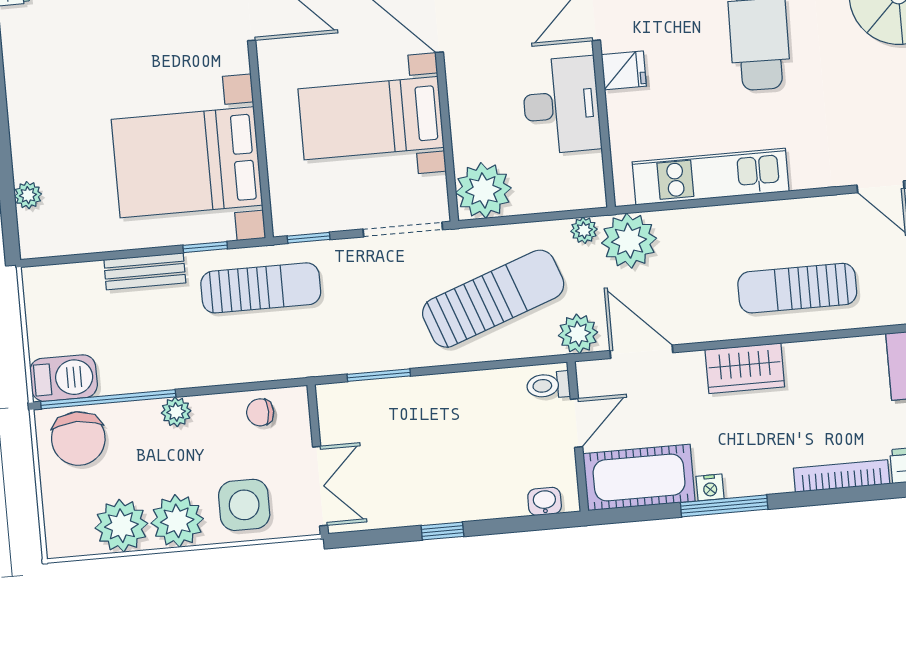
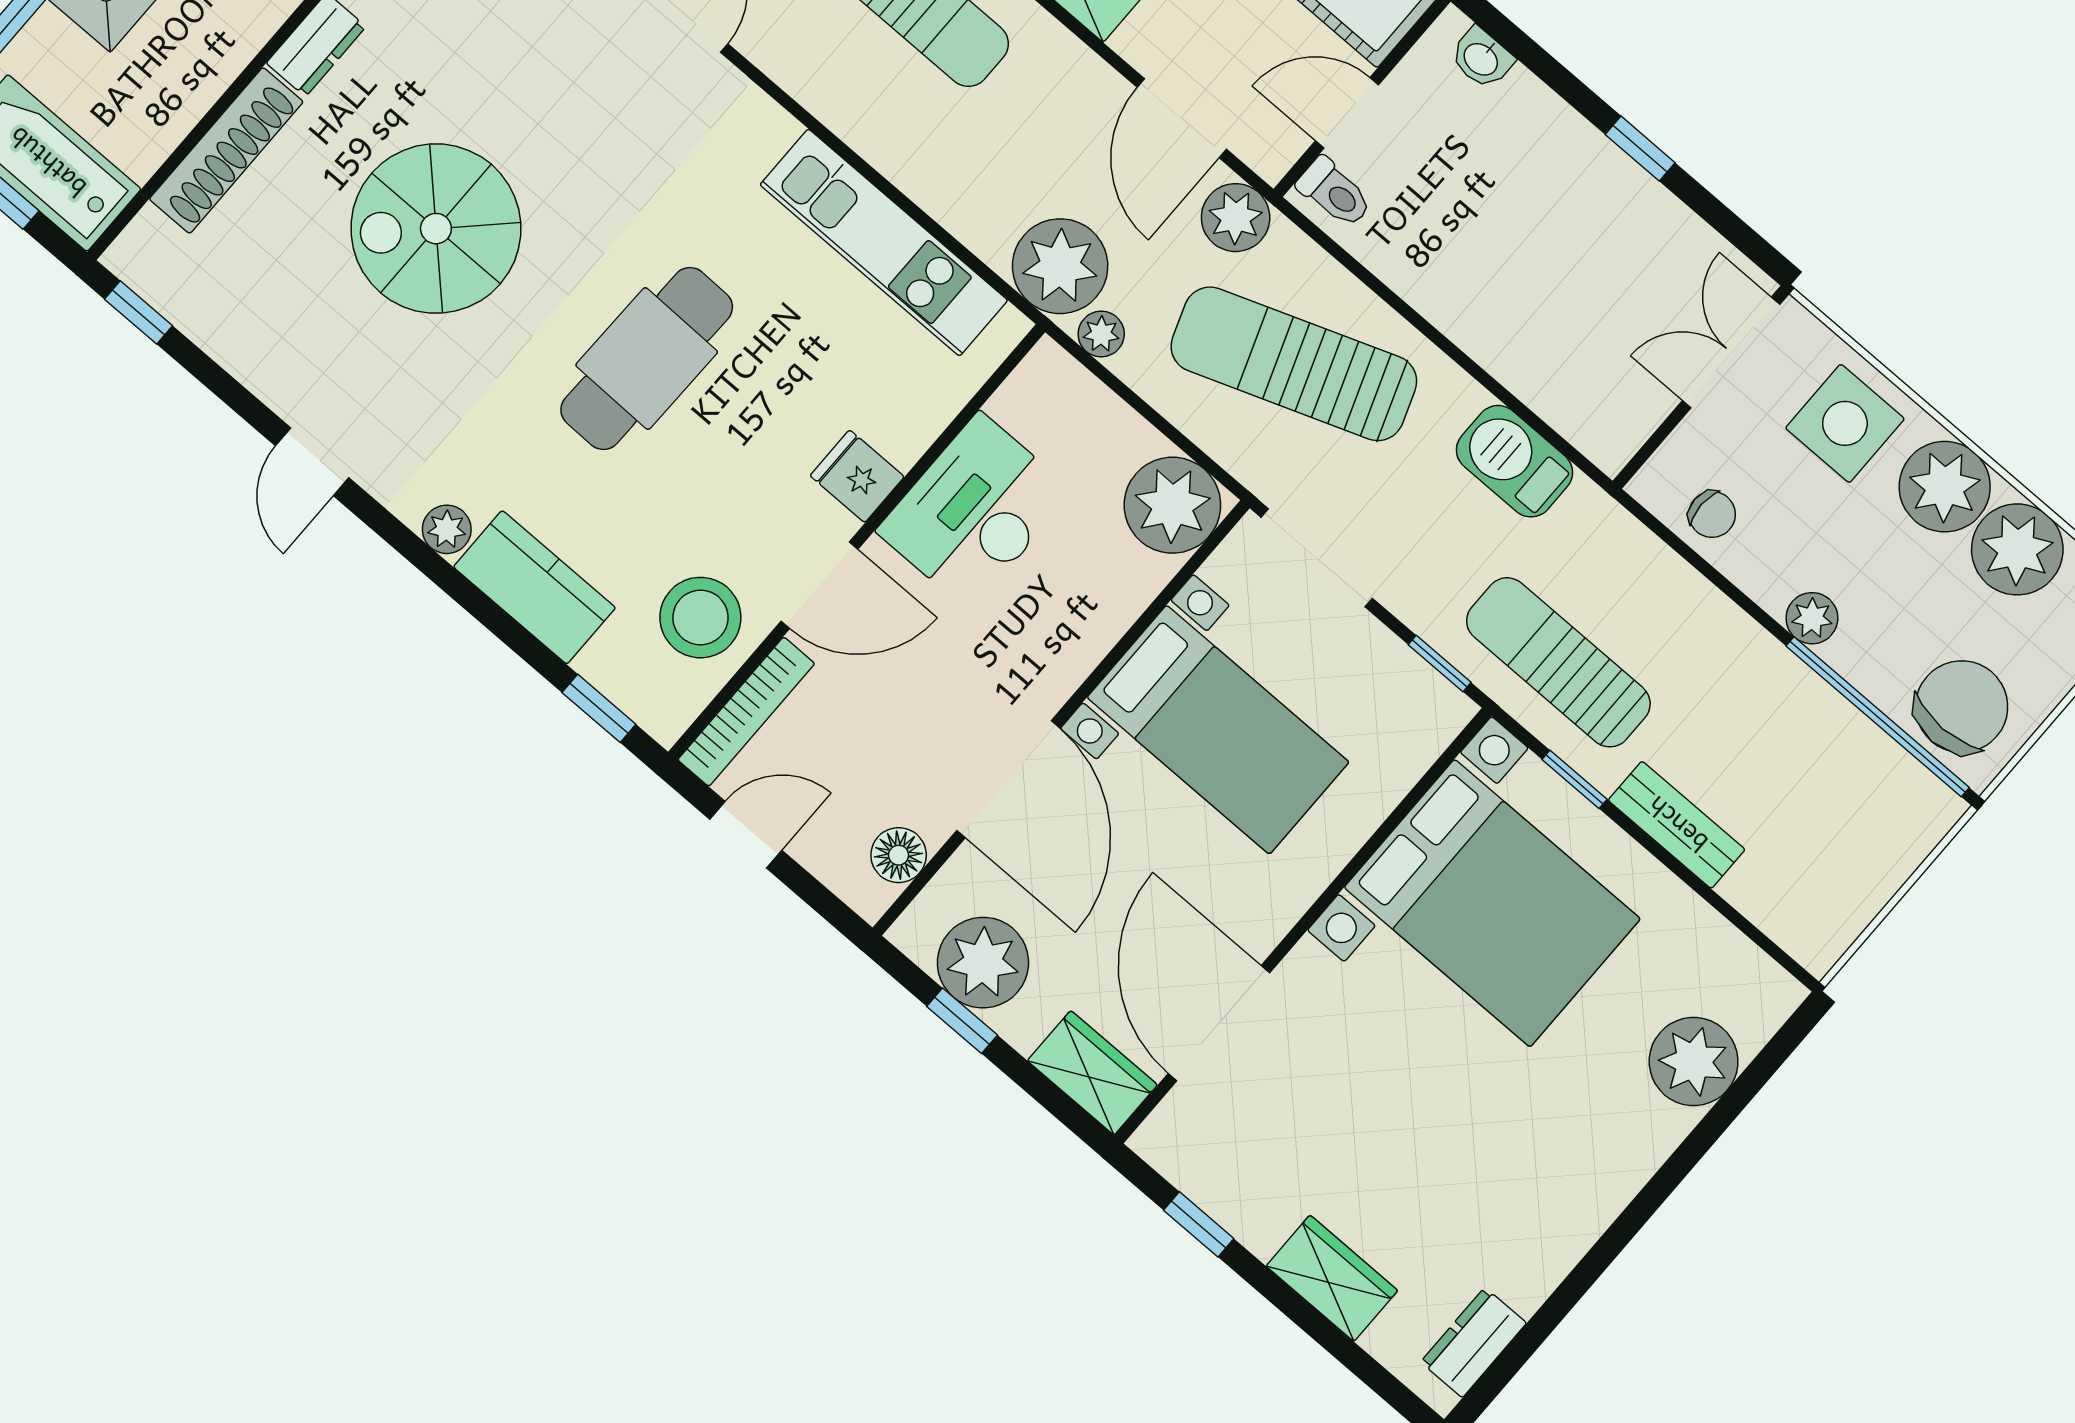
plant: (28, 195) -> (1694, 1062), width x1.88, depth x1.88
window: (379, 375) -> (1525, 413), removed
barbecue: (64, 378) -> (1514, 461), moved

